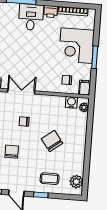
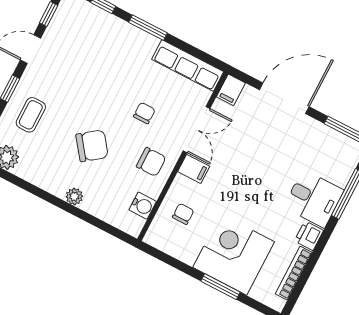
window: (95, 57) -> (220, 287), moved
filing cabinet: (85, 88) -> (194, 169), moved
plant: (84, 107) -> (74, 196), moved
chair: (12, 152) -> (151, 162), moved

